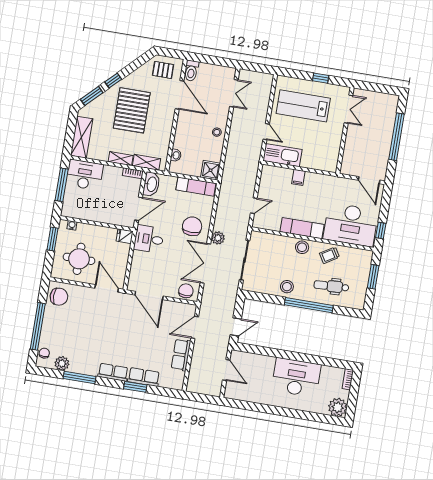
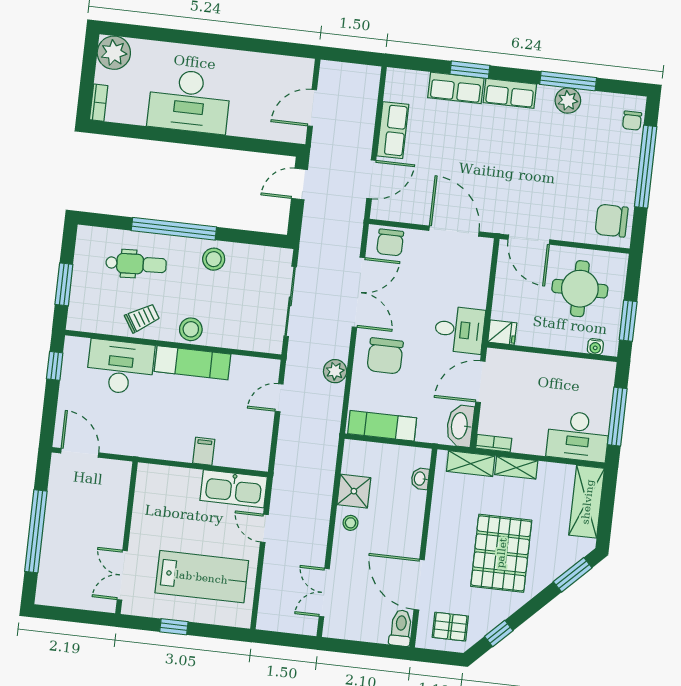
window: (113, 81) -> (499, 634), moved
shower: (211, 170) -> (354, 491), moved
desk: (351, 225) -> (120, 367), width x0.73, depth x0.77
plant: (218, 238) -> (335, 371), moved
plant: (62, 363) -> (568, 100), moved
door: (226, 370) -> (312, 108), hinge flipped

